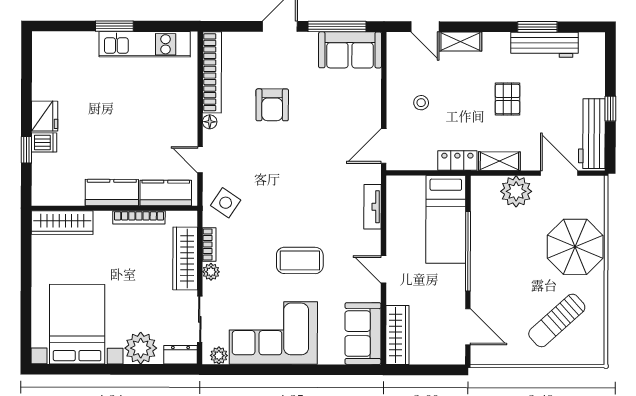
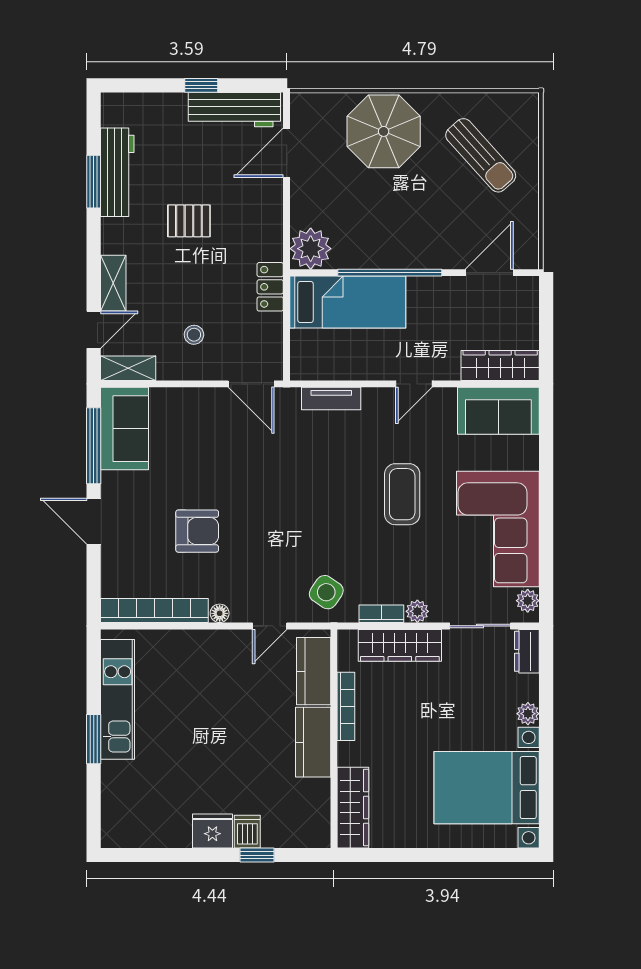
shelving: (499, 161) -> (128, 368), moved, turned 90
plant: (516, 191) -> (311, 249), moved
plant: (141, 348) -> (528, 714), width x0.53, depth x0.53

